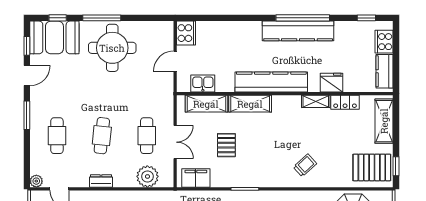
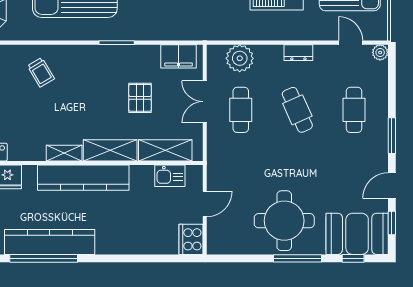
shelving: (316, 101) -> (64, 153), moved
cafe table: (102, 136) -> (297, 110), turned -30
trolley: (305, 165) -> (41, 72), turned -79

